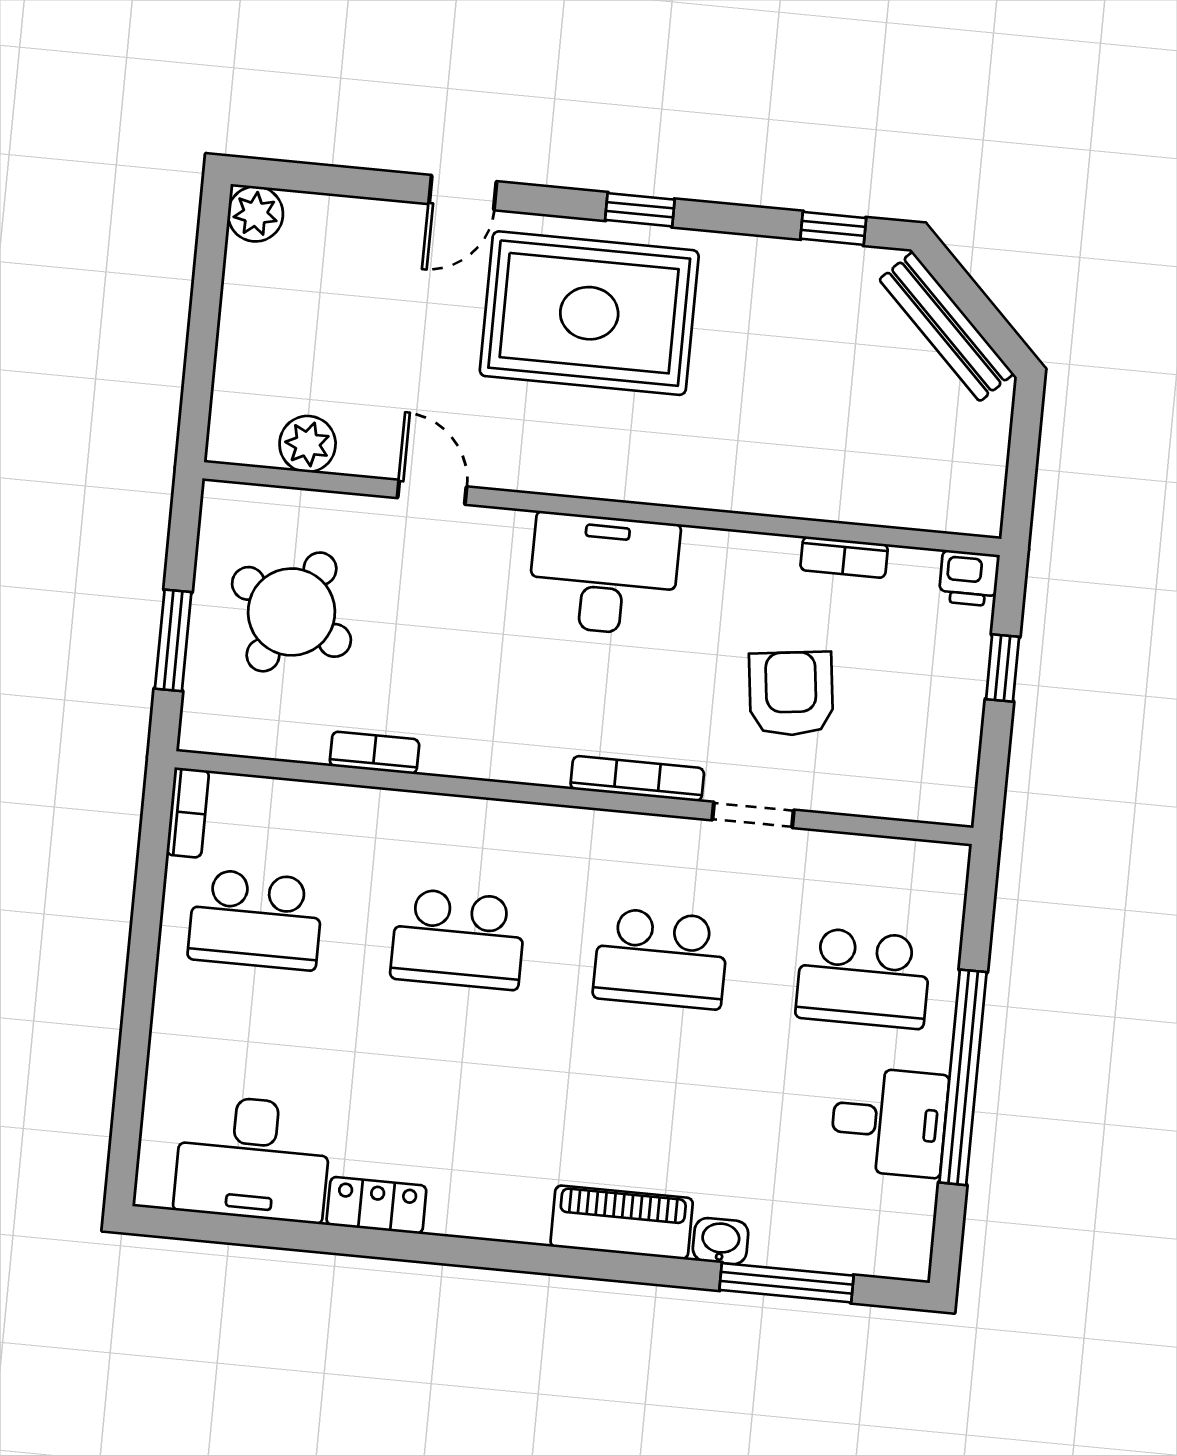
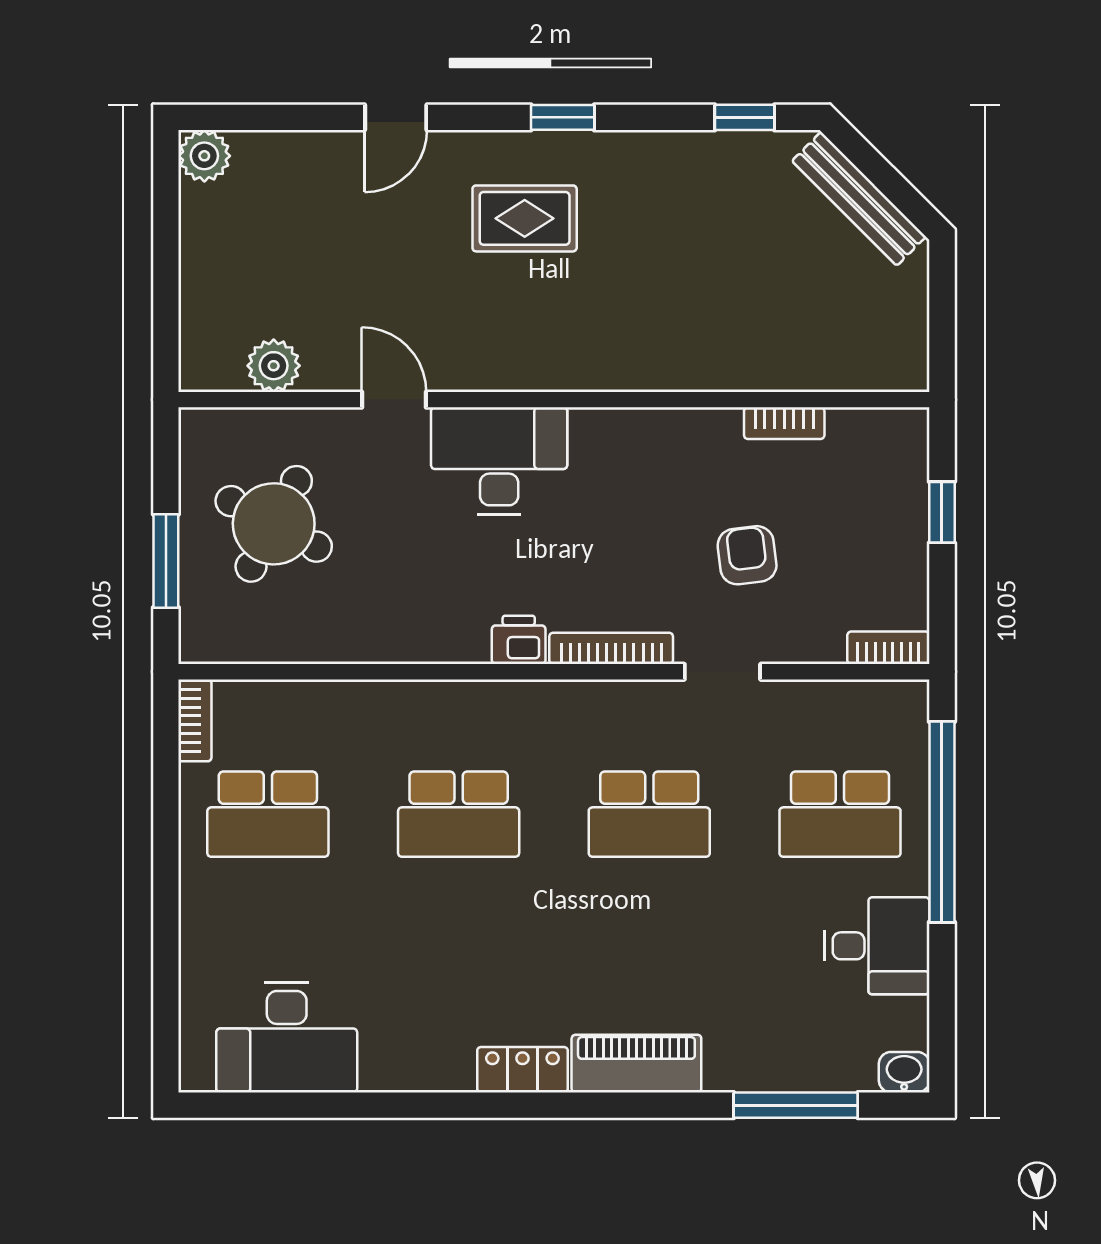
rug: (589, 313) -> (525, 218), width x0.54, depth x0.49
desk: (604, 574) -> (499, 461), moved
printer: (969, 578) -> (519, 640), moved, turned 180
armchair: (791, 694) -> (747, 555), width x0.72, depth x0.72
bookcase: (374, 753) -> (888, 648), moved
window: (963, 1077) -> (942, 822), moved
locker: (376, 1205) -> (522, 1070), moved
washbasin: (721, 1241) -> (904, 1072), moved

